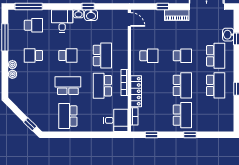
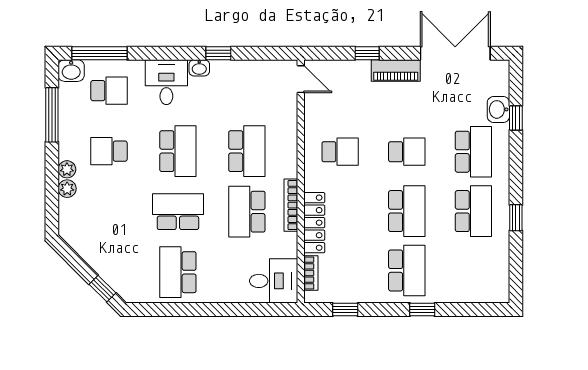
washbasin: (91, 15) -> (71, 71), moved
school desk: (68, 55) -> (178, 151), width x1.85

